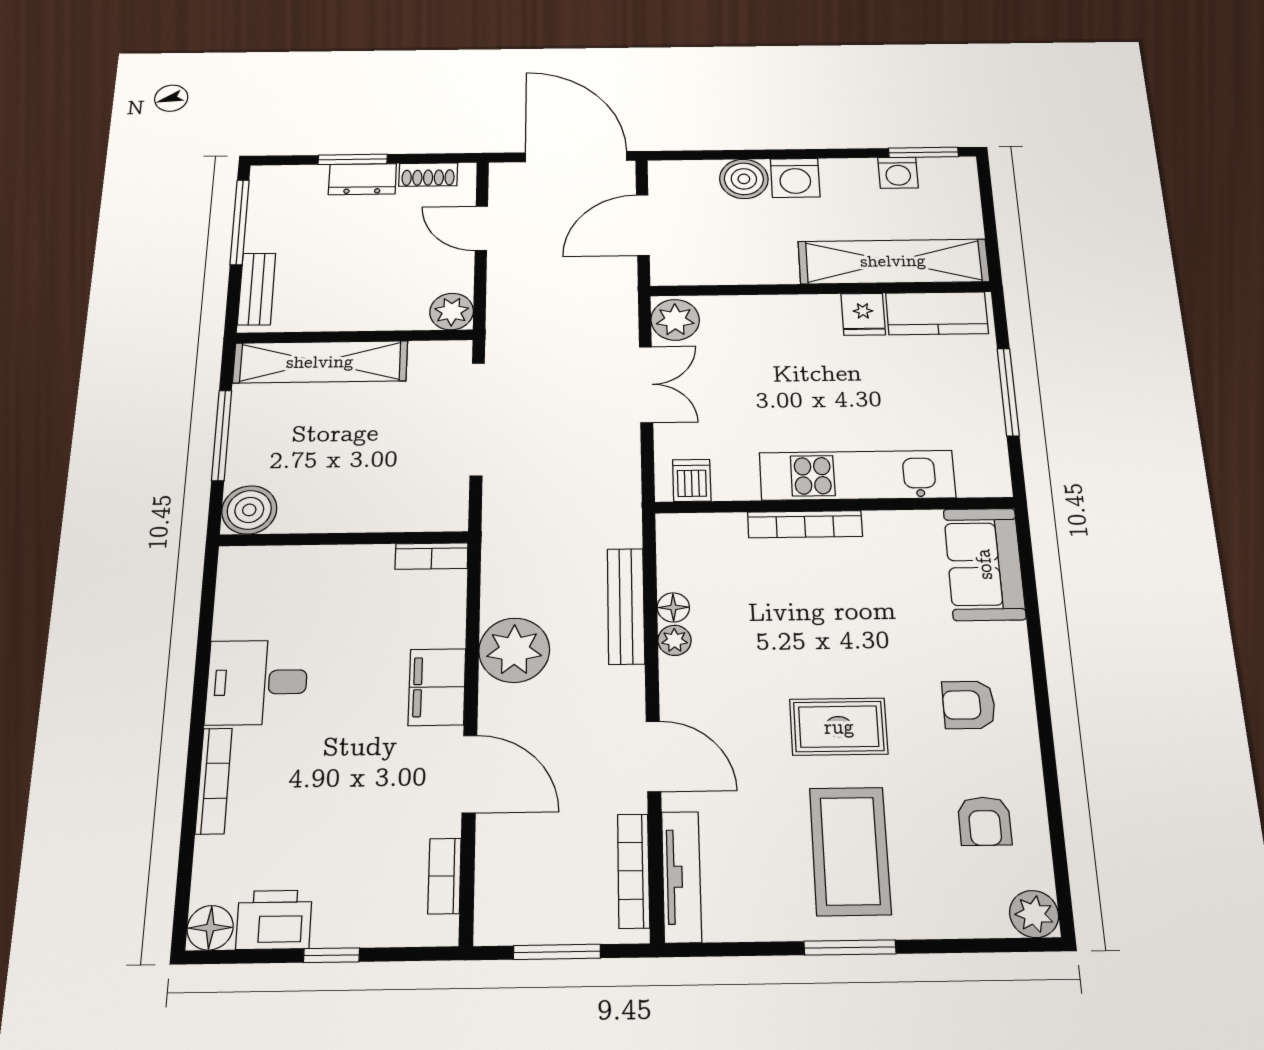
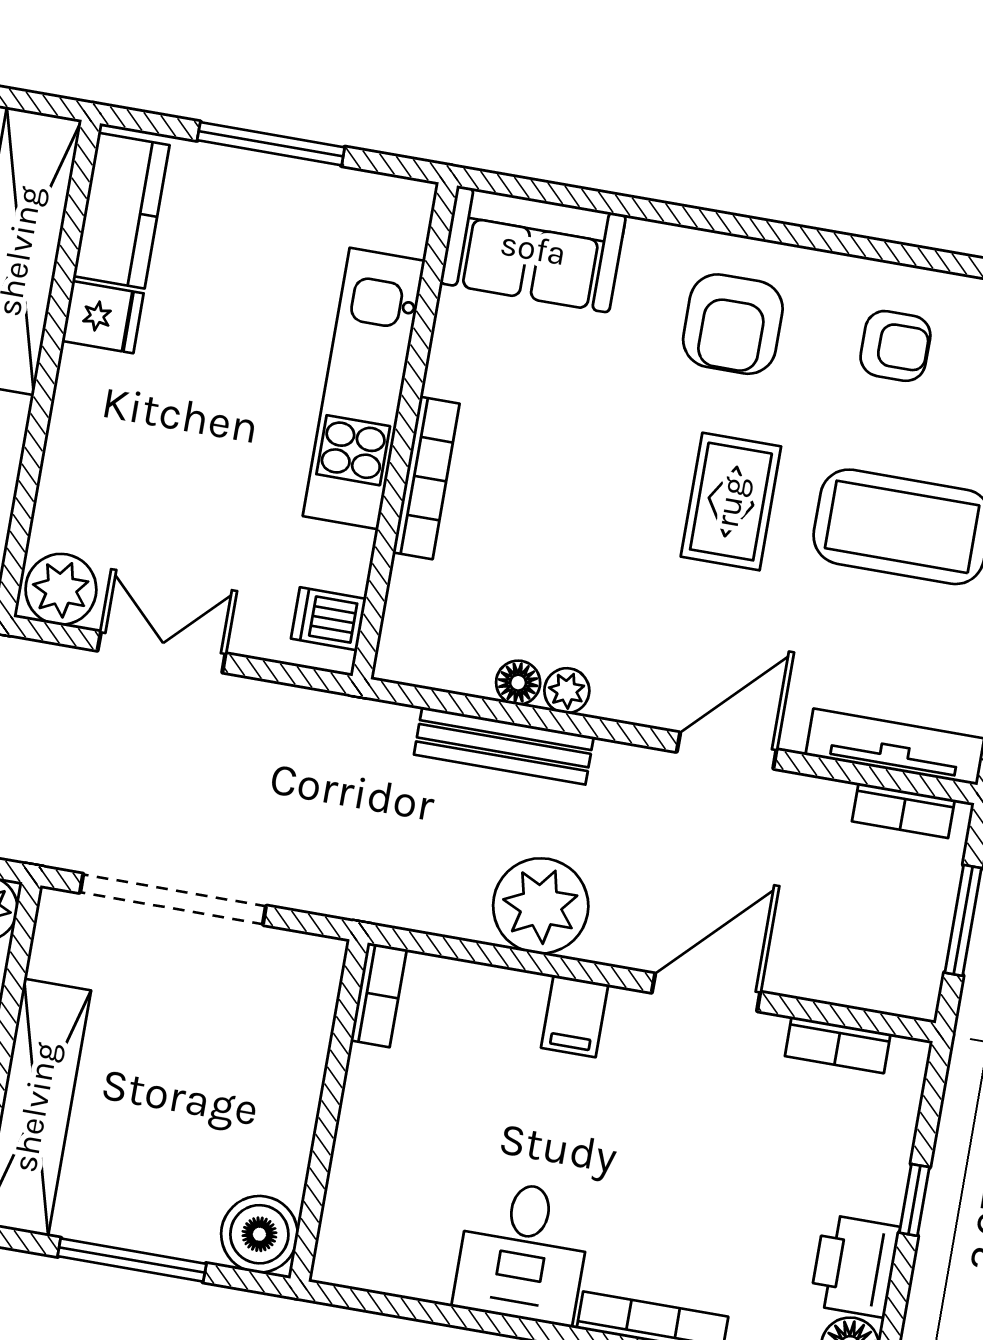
filing cabinet: (437, 687) -> (575, 1016), width x0.50
armchair: (969, 705) -> (733, 324), width x1.38, depth x1.38
bookcase: (633, 871) -> (903, 810), width x0.64

